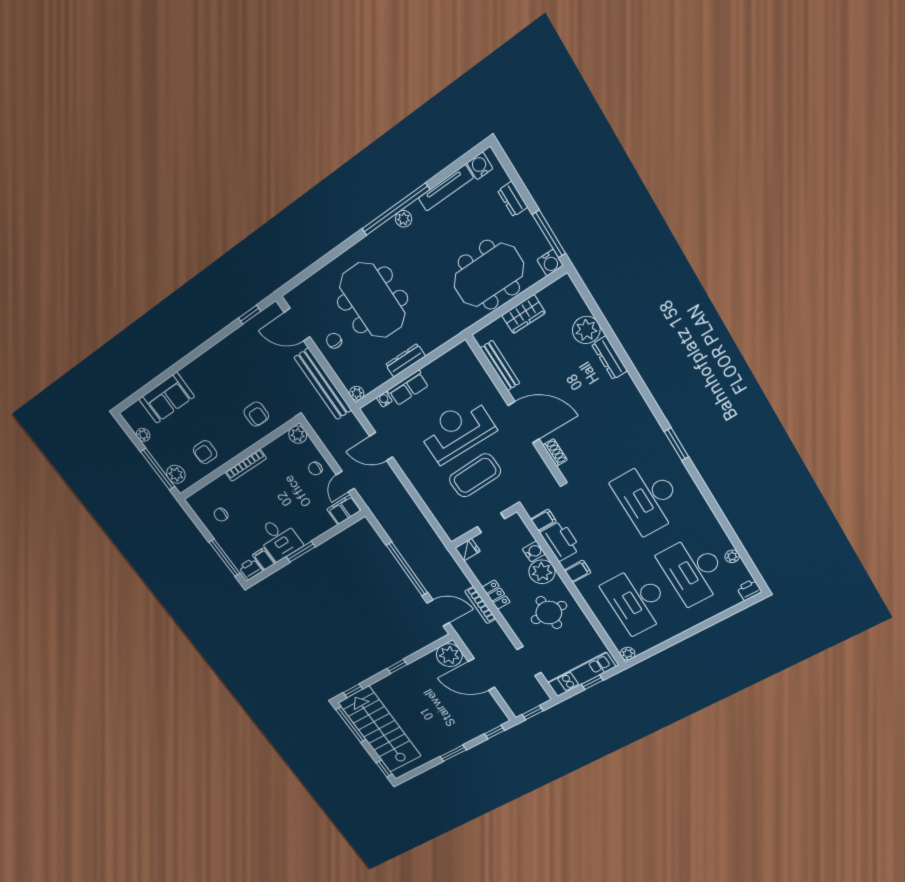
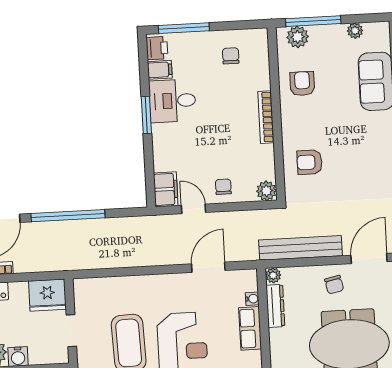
chair: (334, 341) -> (334, 285), turned 78
dresser: (405, 360) -> (275, 306), moved
fridge: (468, 550) -> (47, 295), width x1.88, depth x1.34

